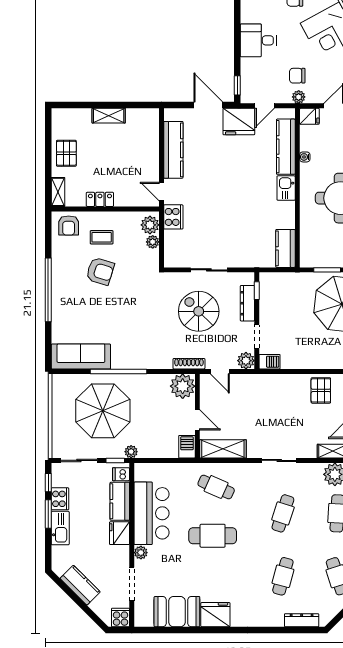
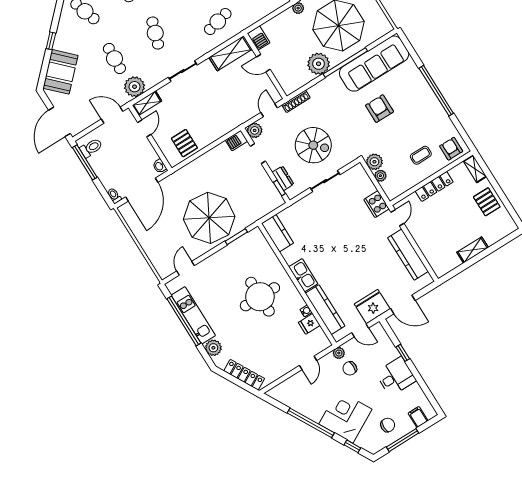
chair: (297, 76) -> (350, 368), turned 180
window: (237, 85) -> (403, 353), moved
door: (265, 106) -> (360, 330), swing flipped
fridge: (309, 116) -> (309, 324), moved
kitchen sink: (286, 188) -> (303, 275), width x1.38
door: (161, 192) -> (397, 218), hinge flipped
locker: (100, 199) -> (434, 186), width x1.53
plant: (150, 225) -> (374, 162), moved
armchair: (100, 271) -> (380, 109), moved, turned 73
dresser: (247, 303) -> (283, 178), width x0.70
sofa: (81, 357) -> (374, 64), width x1.36, depth x1.27
door: (220, 371) -> (269, 110), hinge flipped
plant: (183, 386) -> (319, 64), moved
cafe table: (216, 487) -> (218, 22), turned -37

